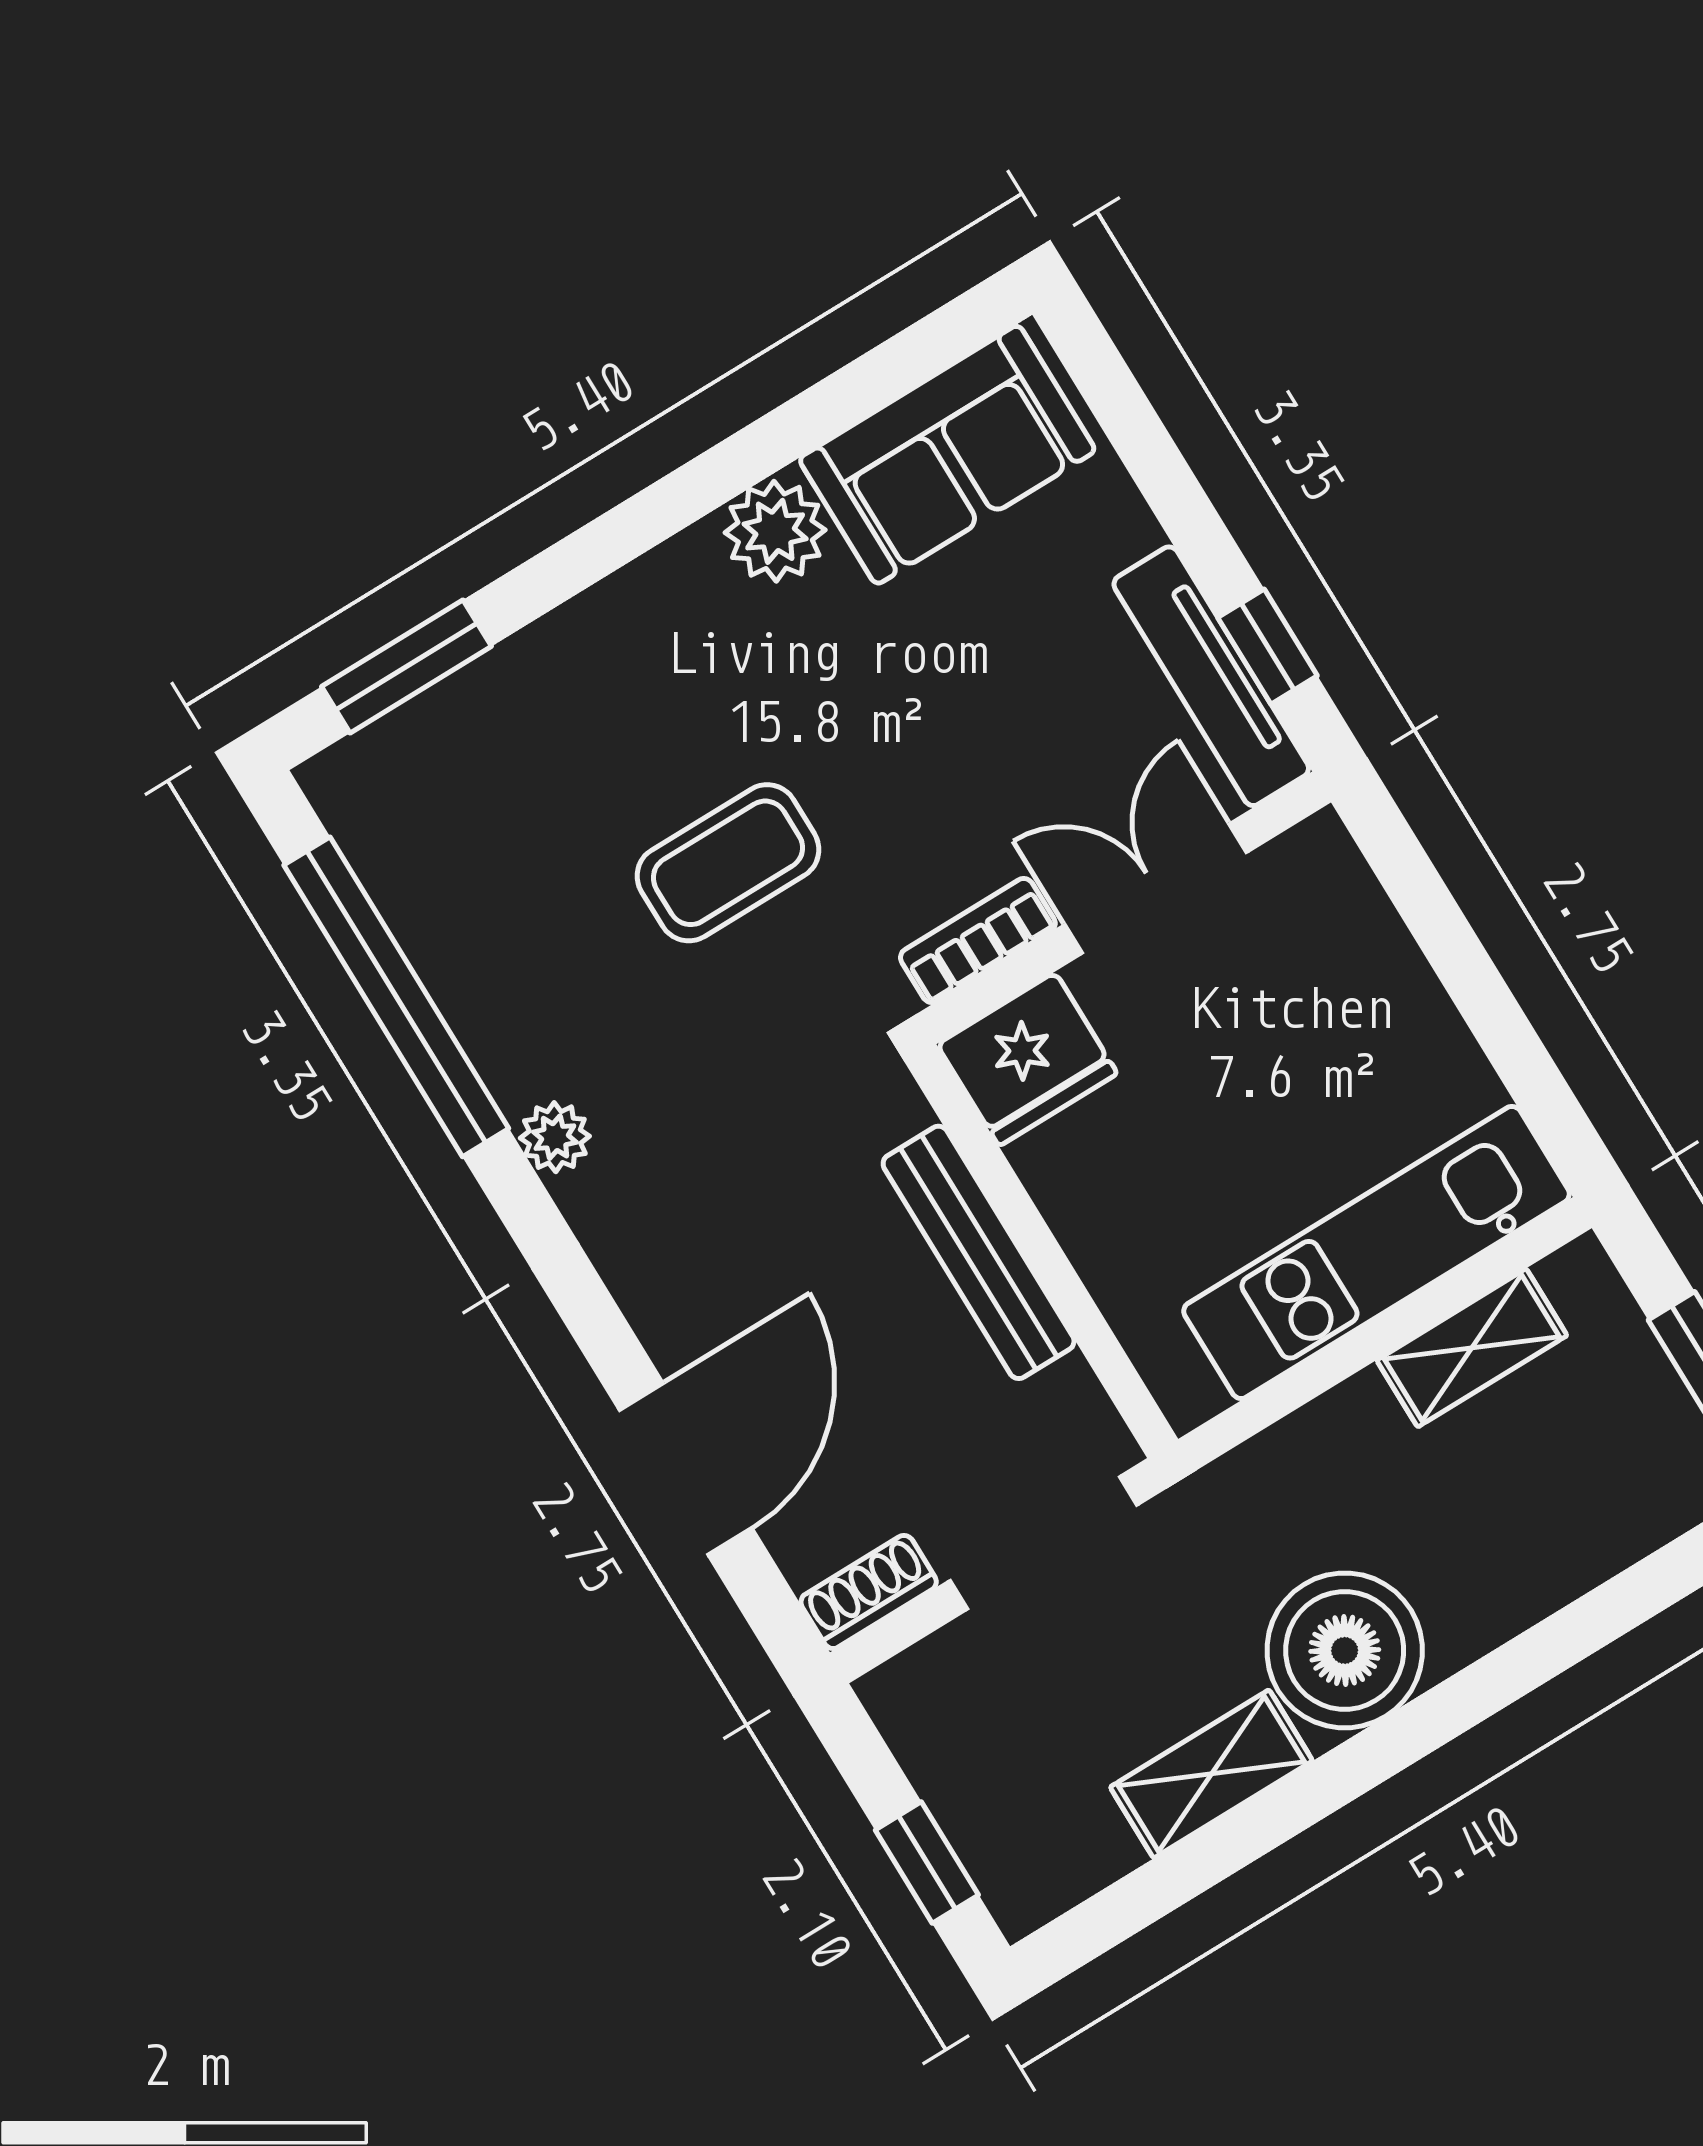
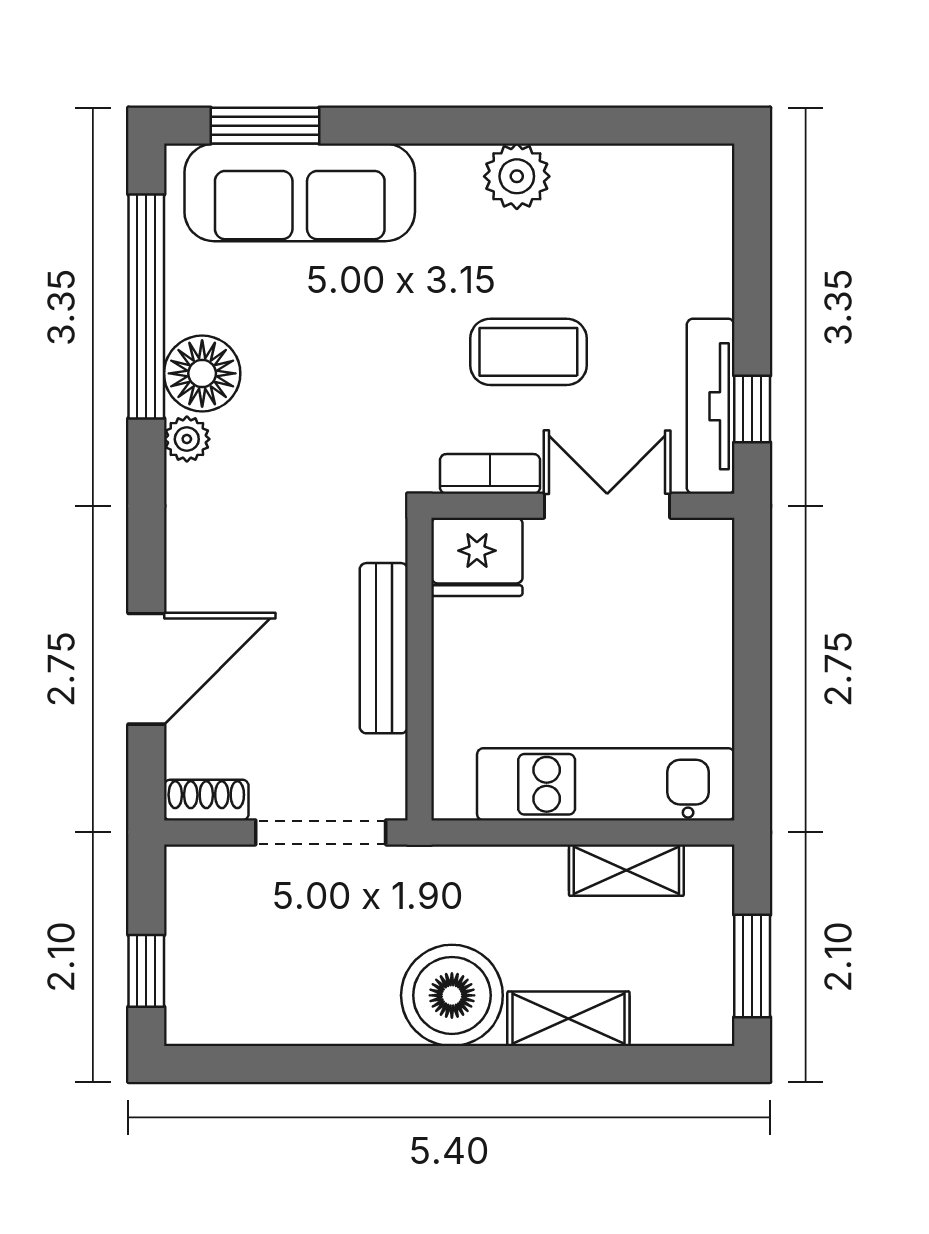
sofa: (947, 455) -> (300, 192), moved, width x1.36
coffee table: (728, 863) -> (528, 352), moved
floor lamp: (523, 1040) -> (202, 373), added
shelving: (1211, 1774) -> (568, 1019), moved

